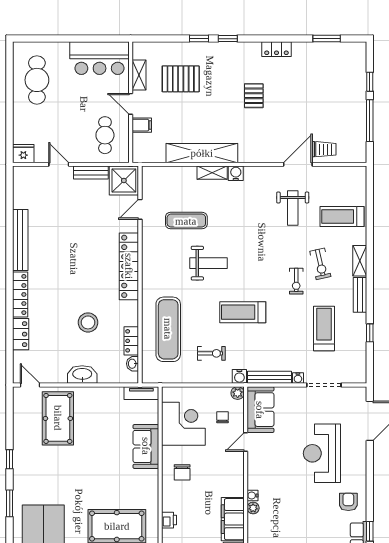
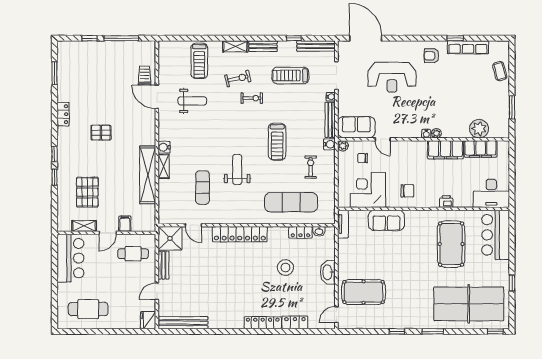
bench: (20, 240) -> (183, 323), moved
bench: (360, 360) -> (316, 46), added

